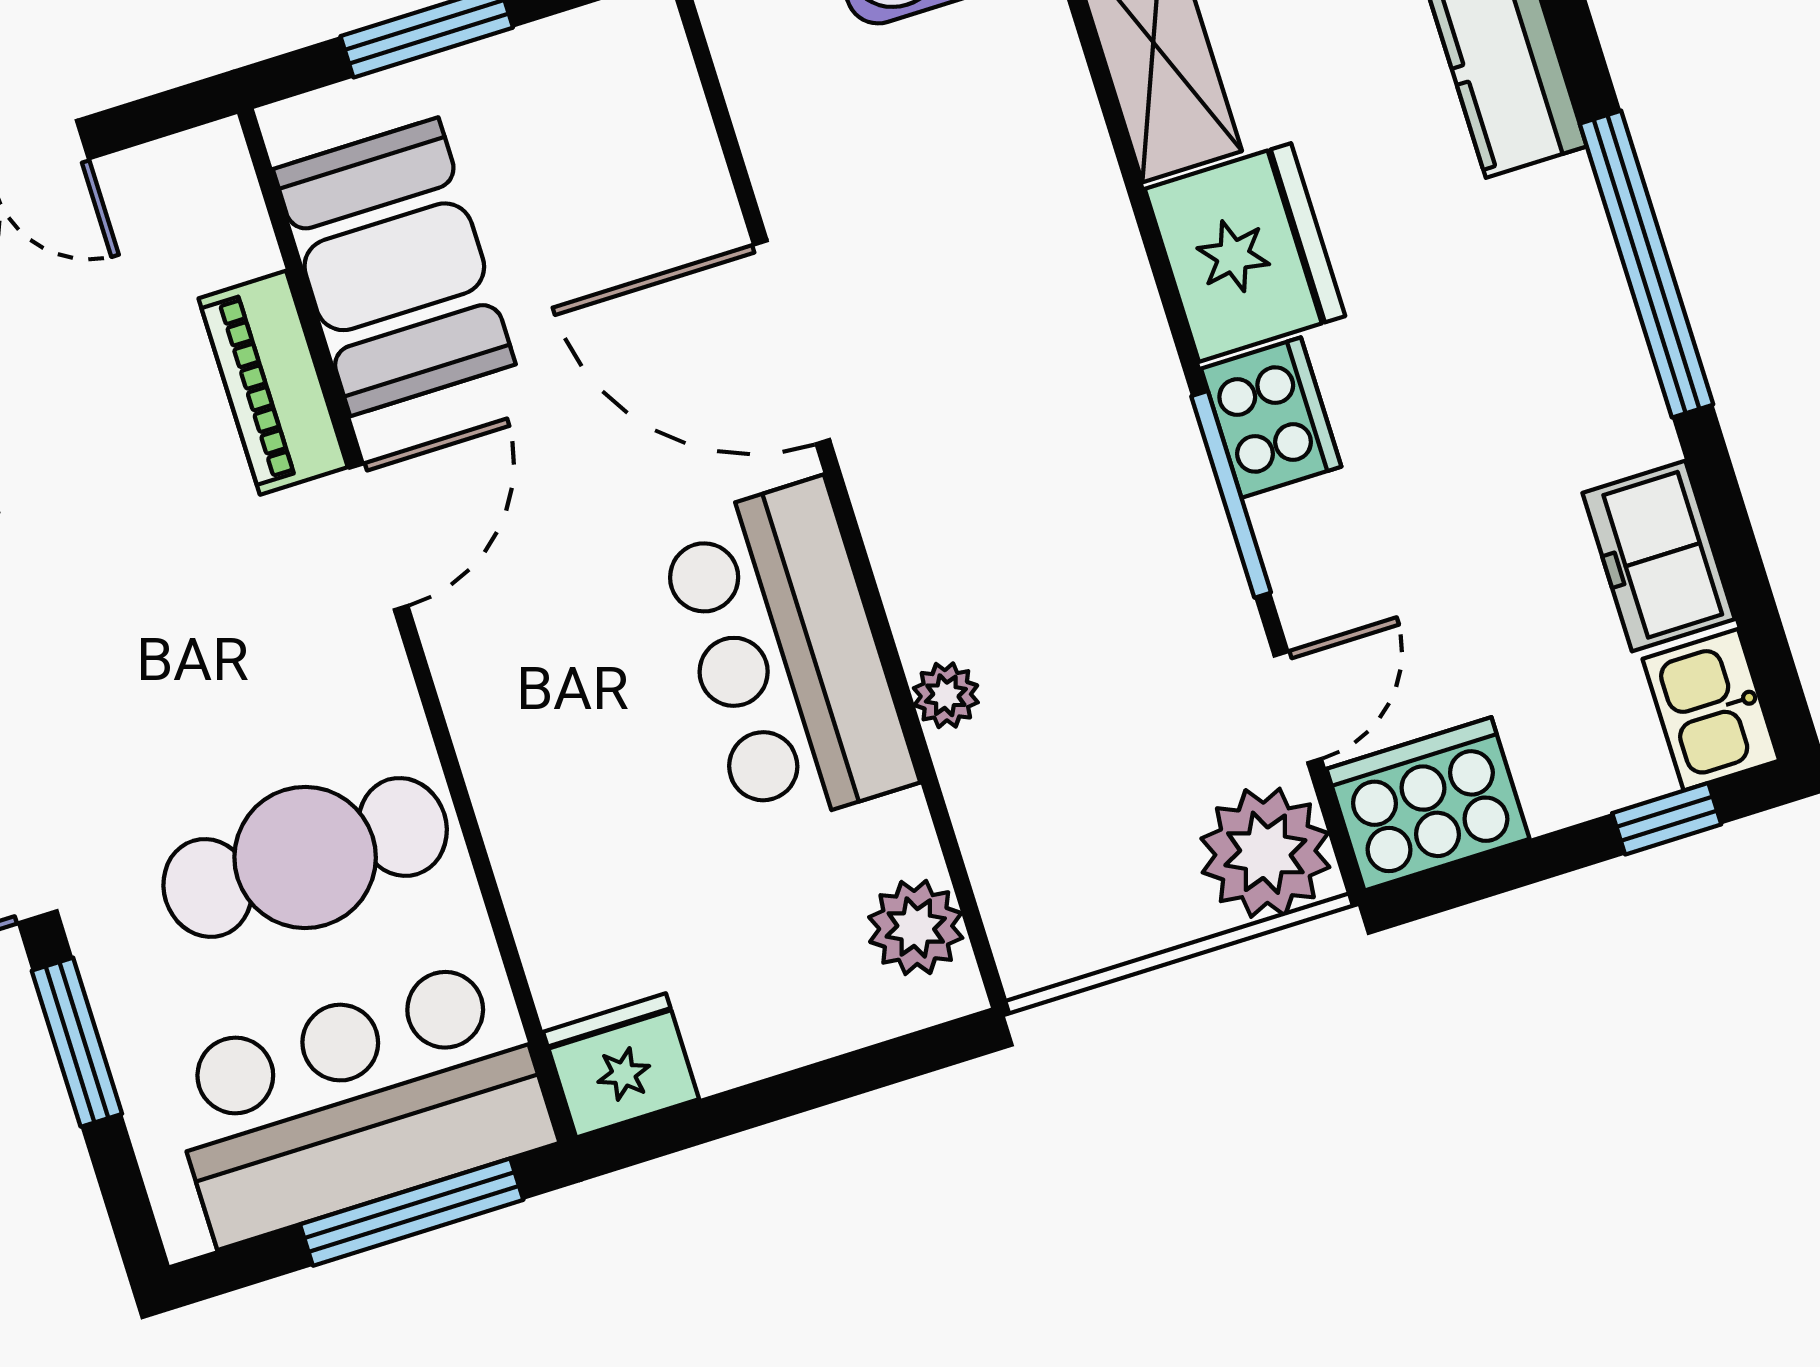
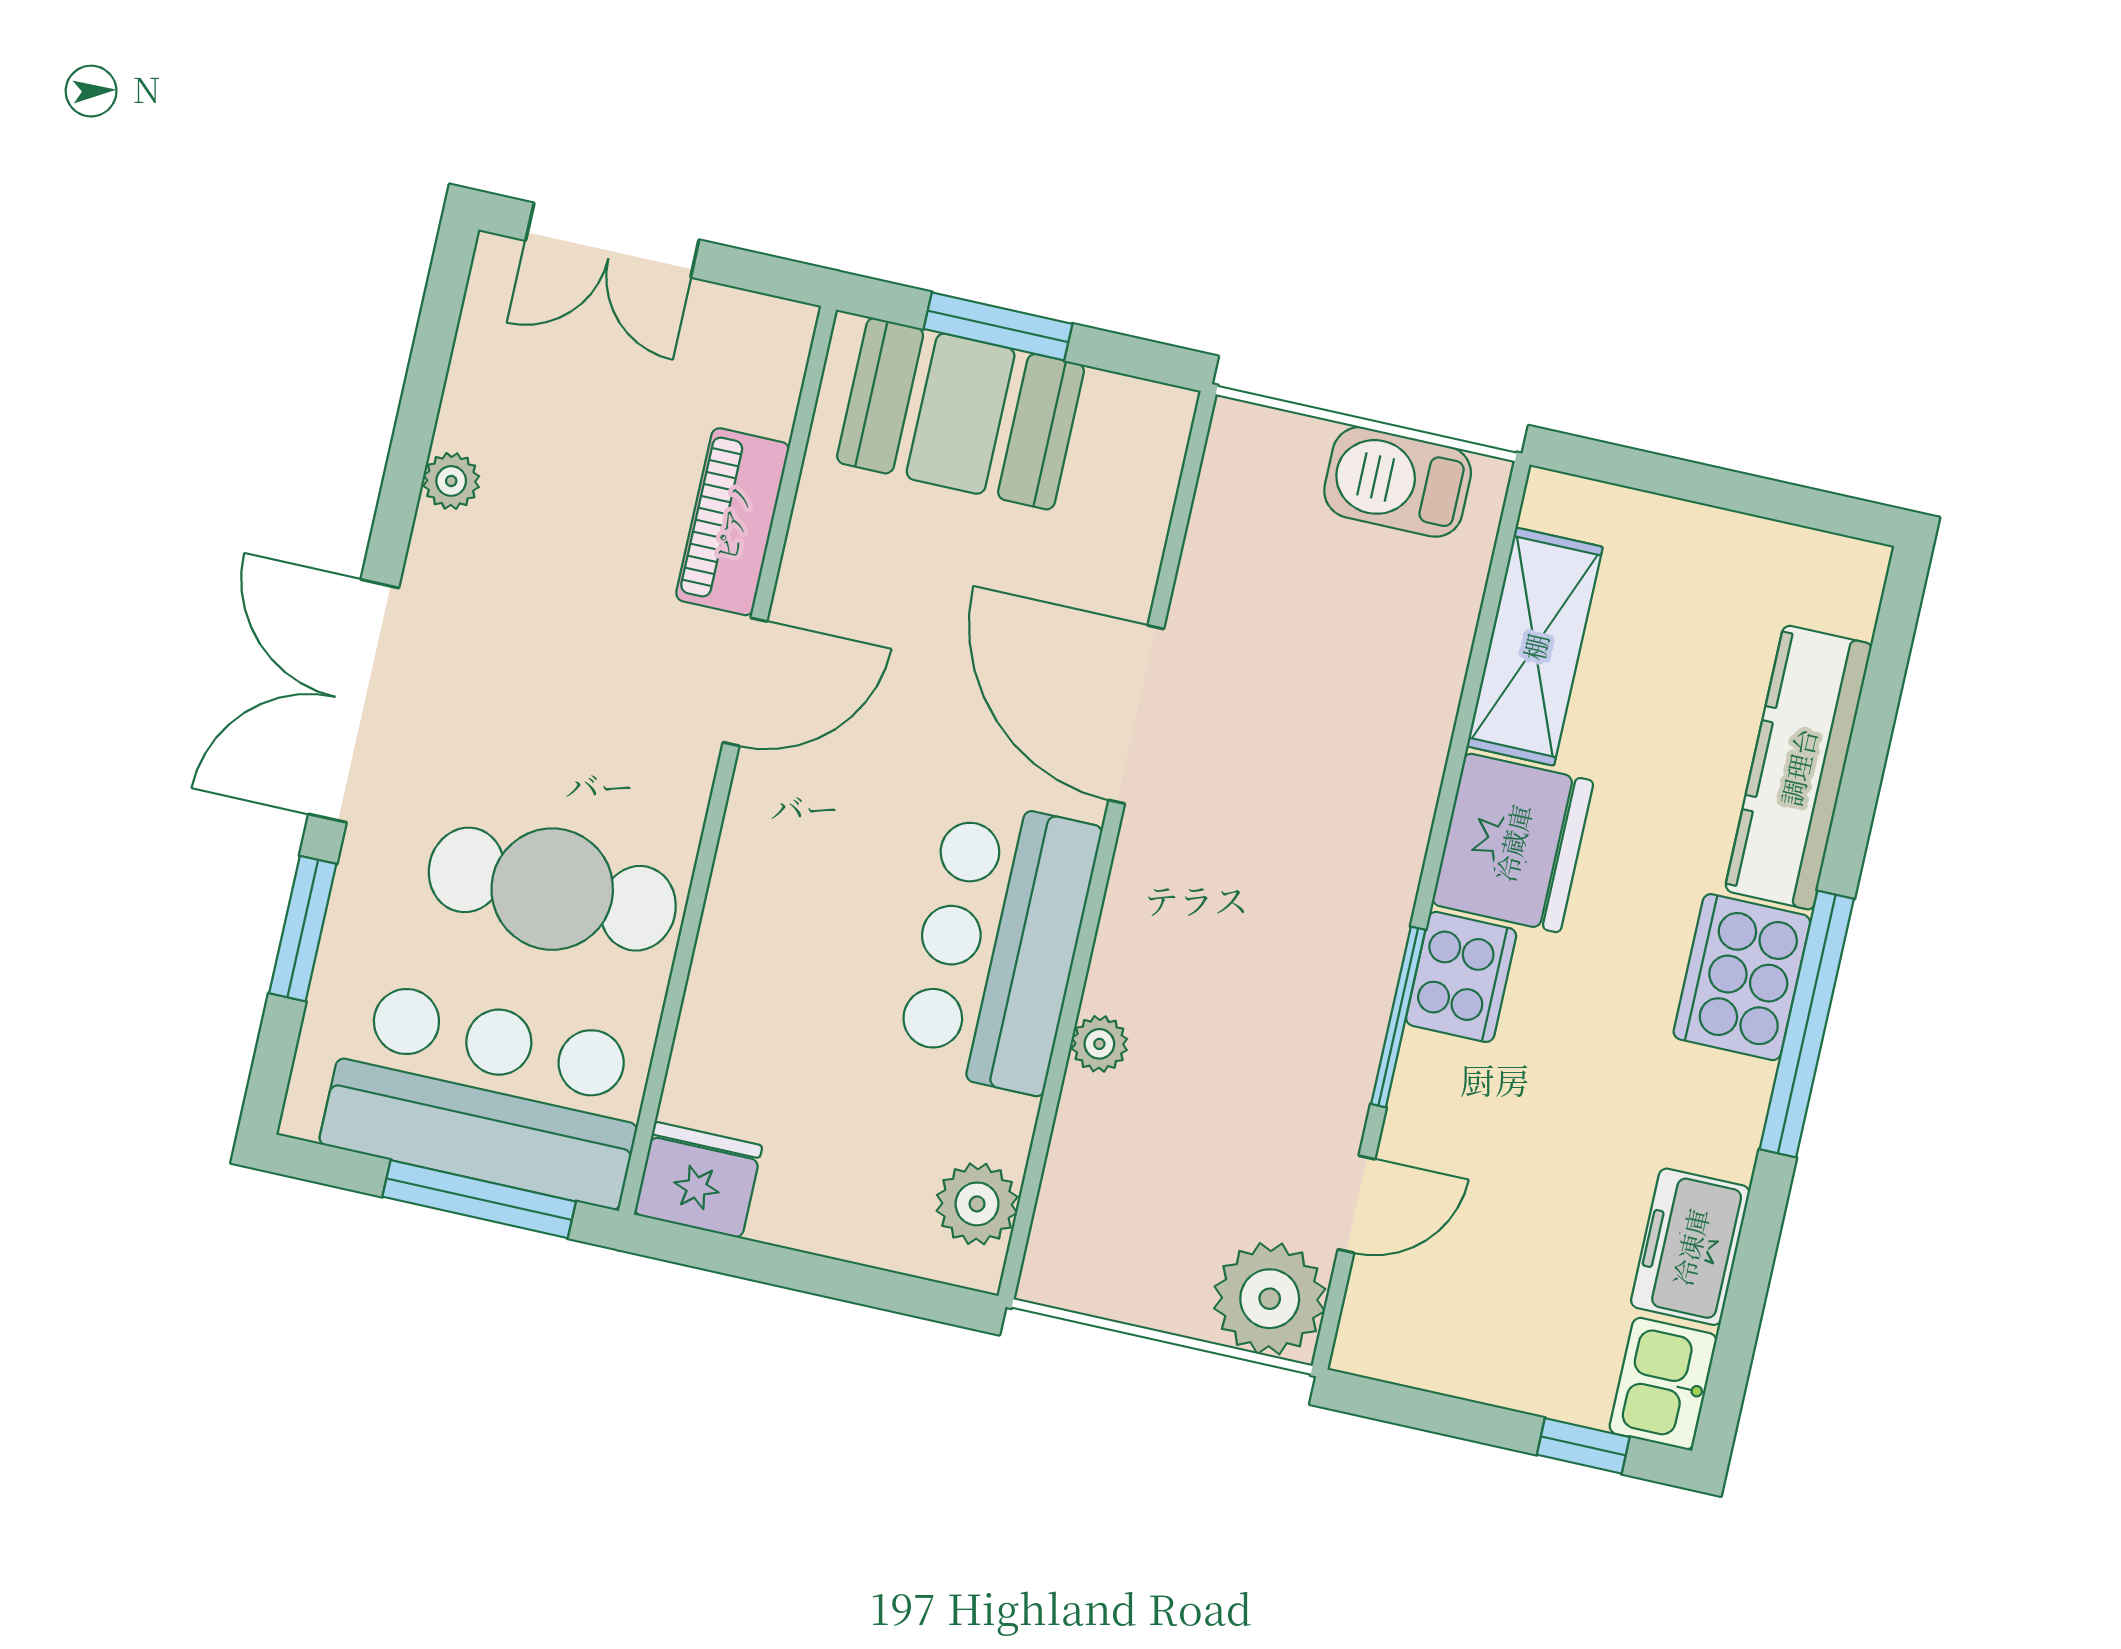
booth: (394, 267) -> (961, 414), moved, turned 90
cooker: (1428, 804) -> (1742, 977), moved, turned -90

